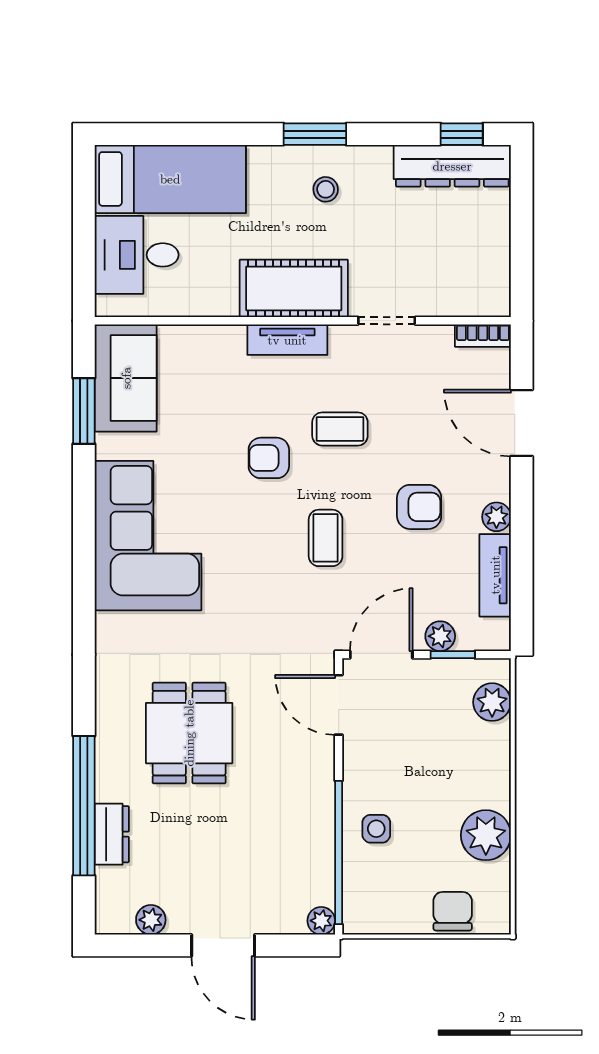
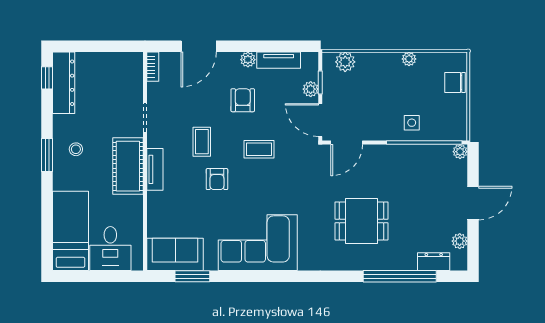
dresser: (112, 834) -> (434, 262), moved
plant: (486, 835) -> (409, 59), width x0.53, depth x0.53

